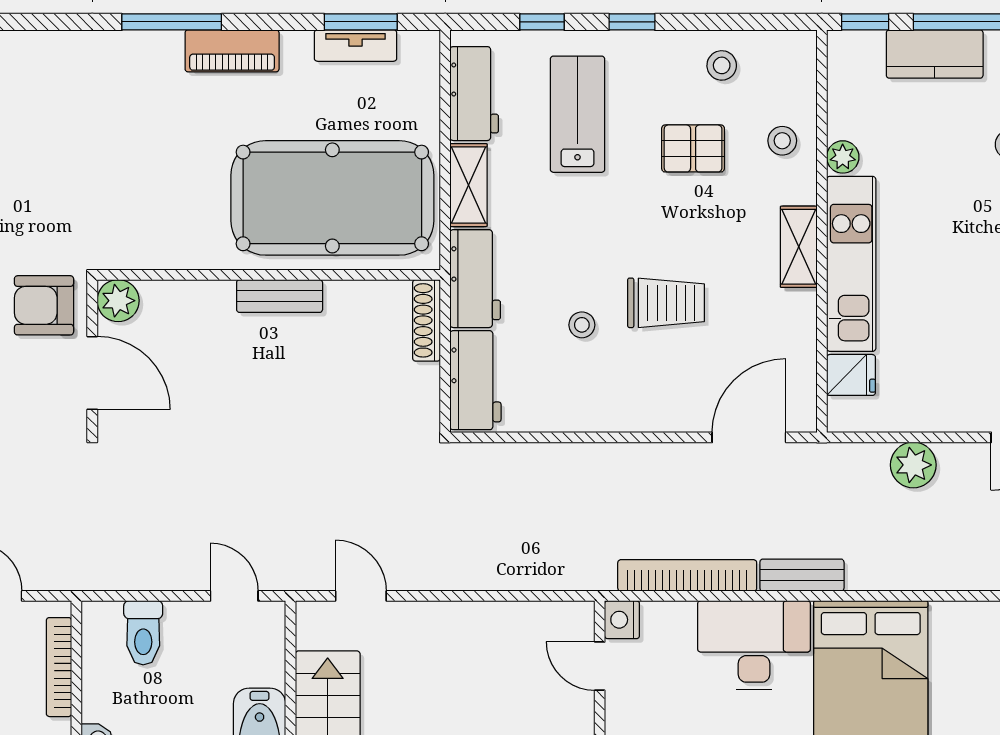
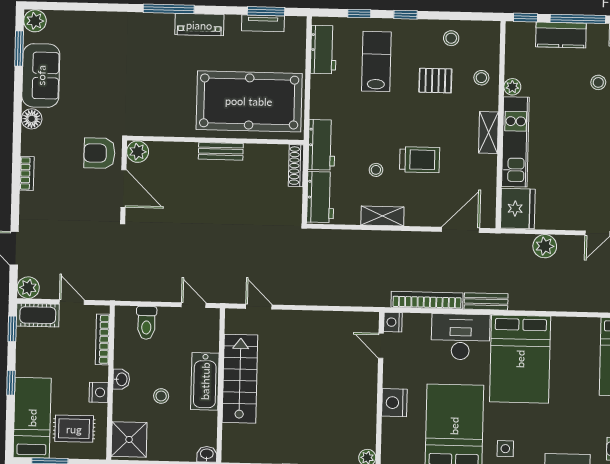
shelving: (469, 185) -> (382, 216), moved, turned 90
fridge: (851, 375) -> (518, 209), width x1.88, depth x1.34

